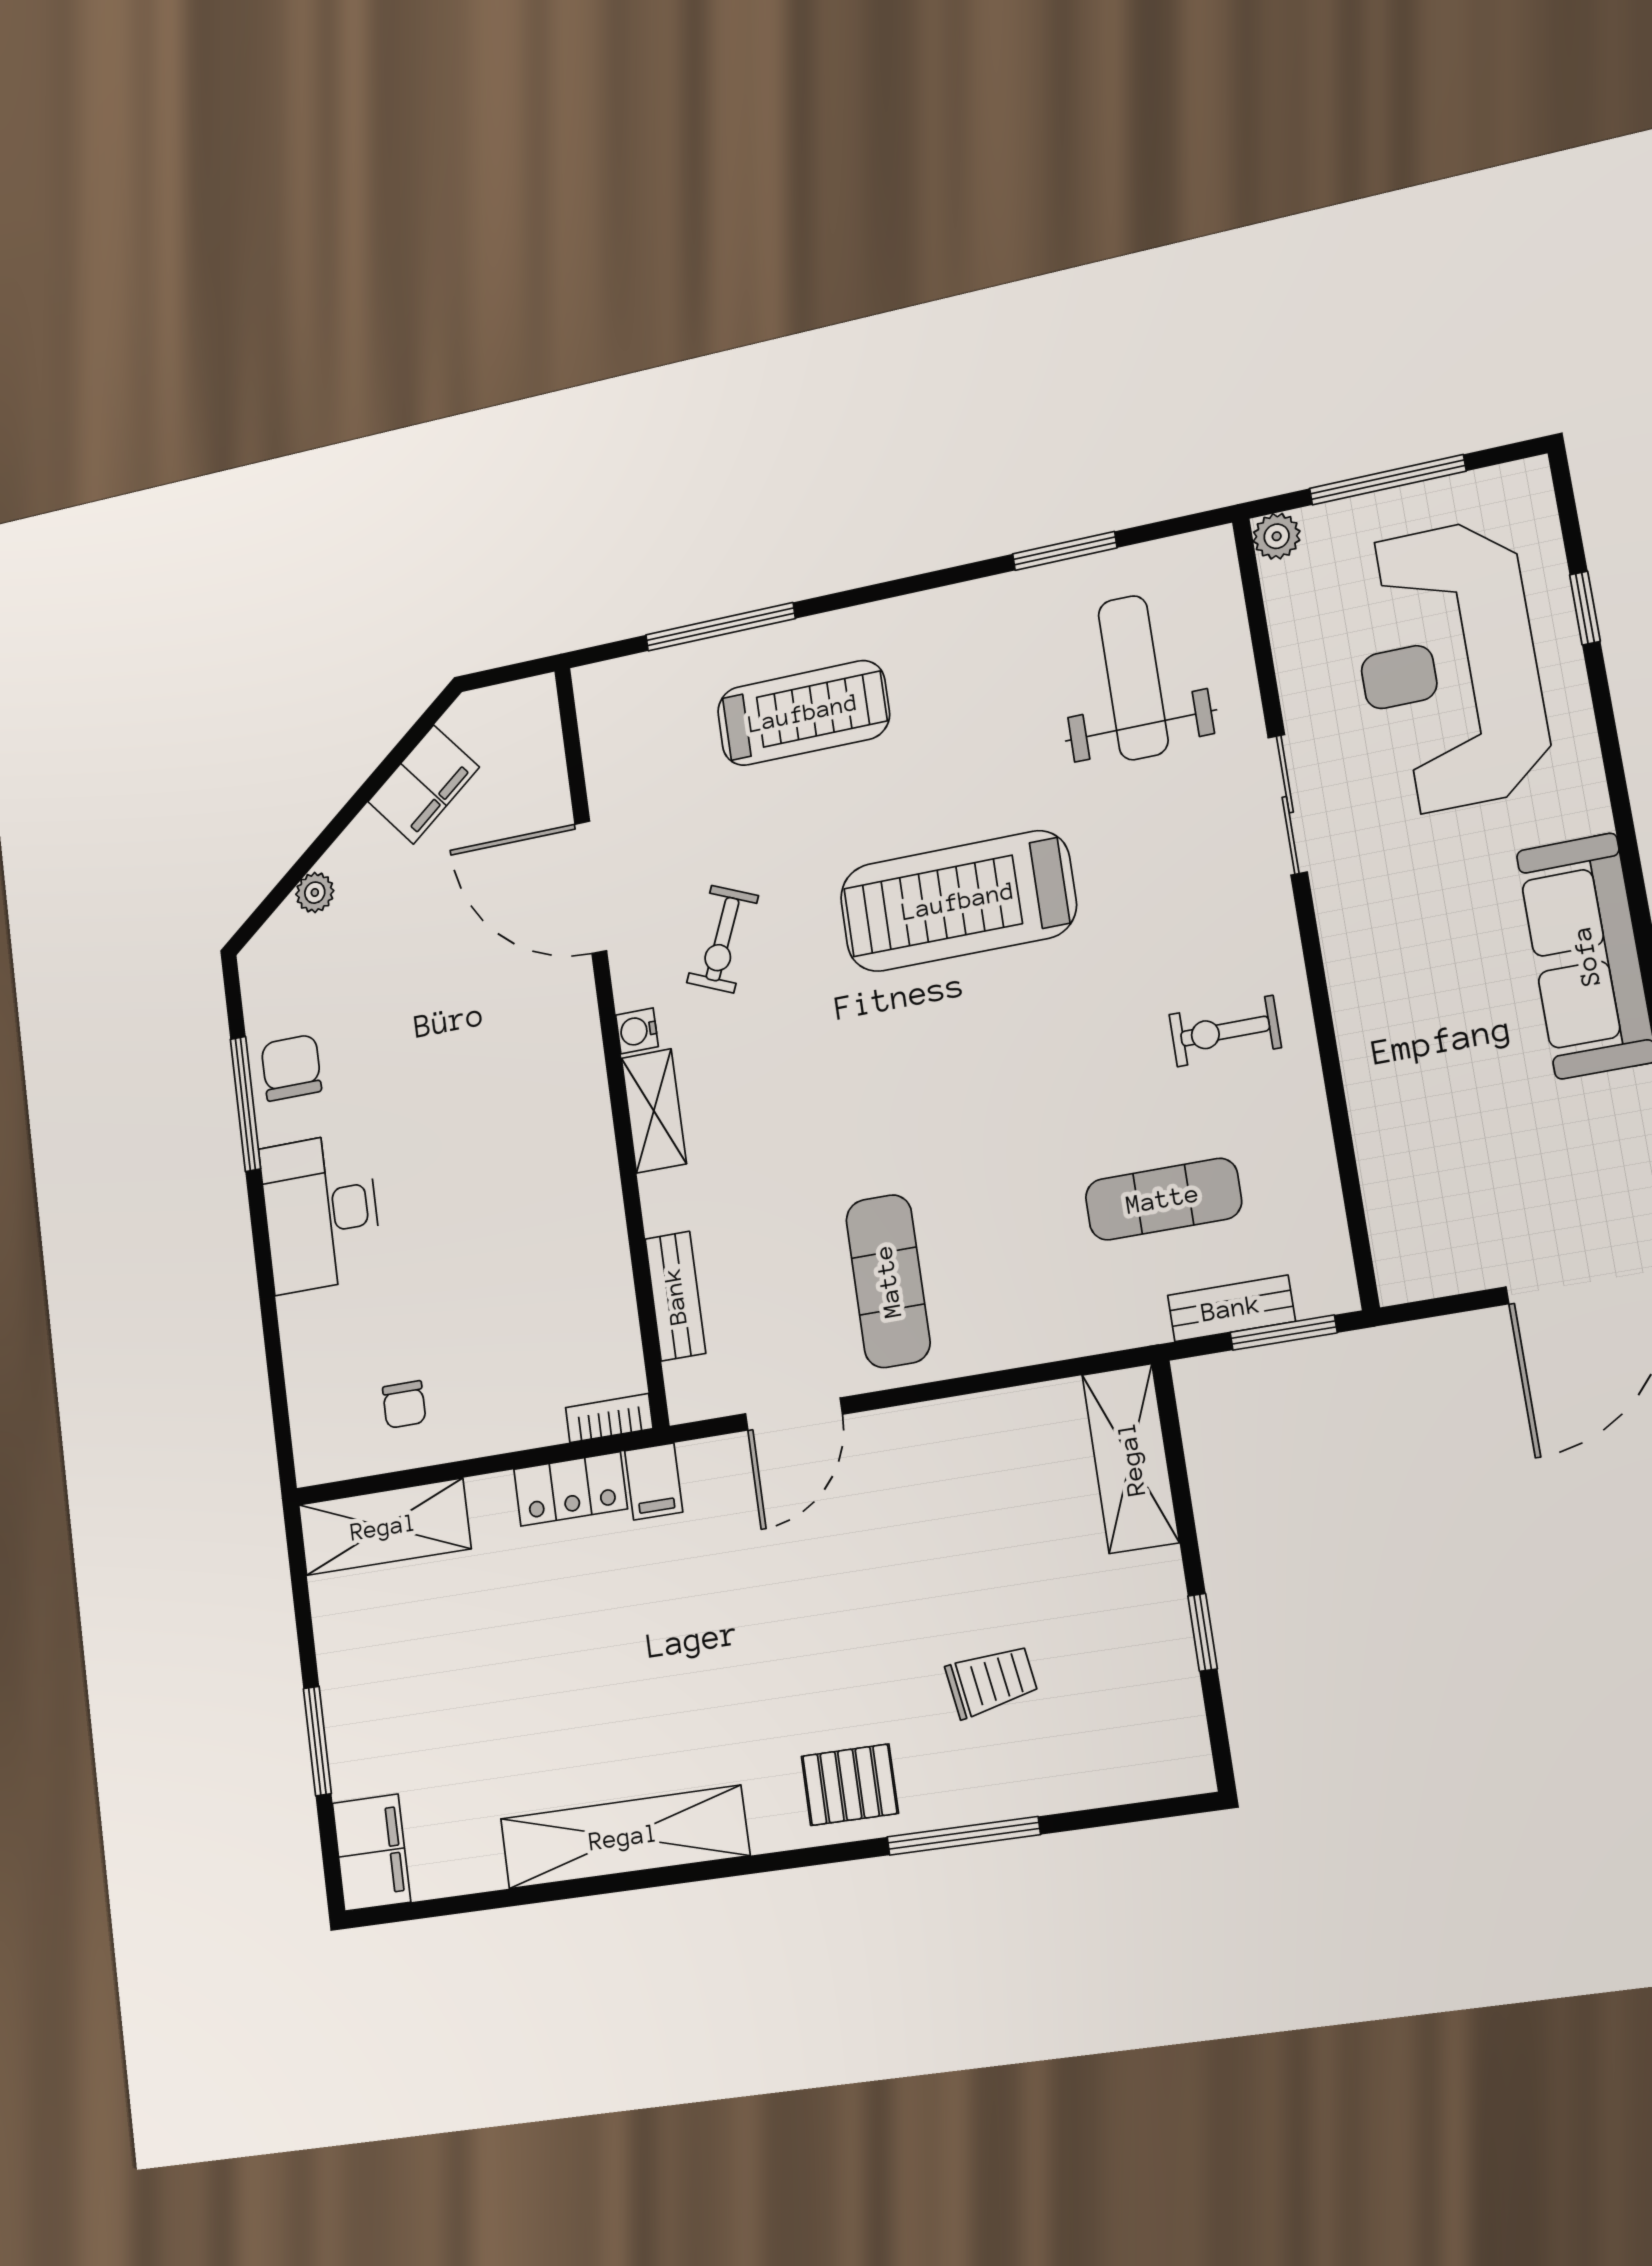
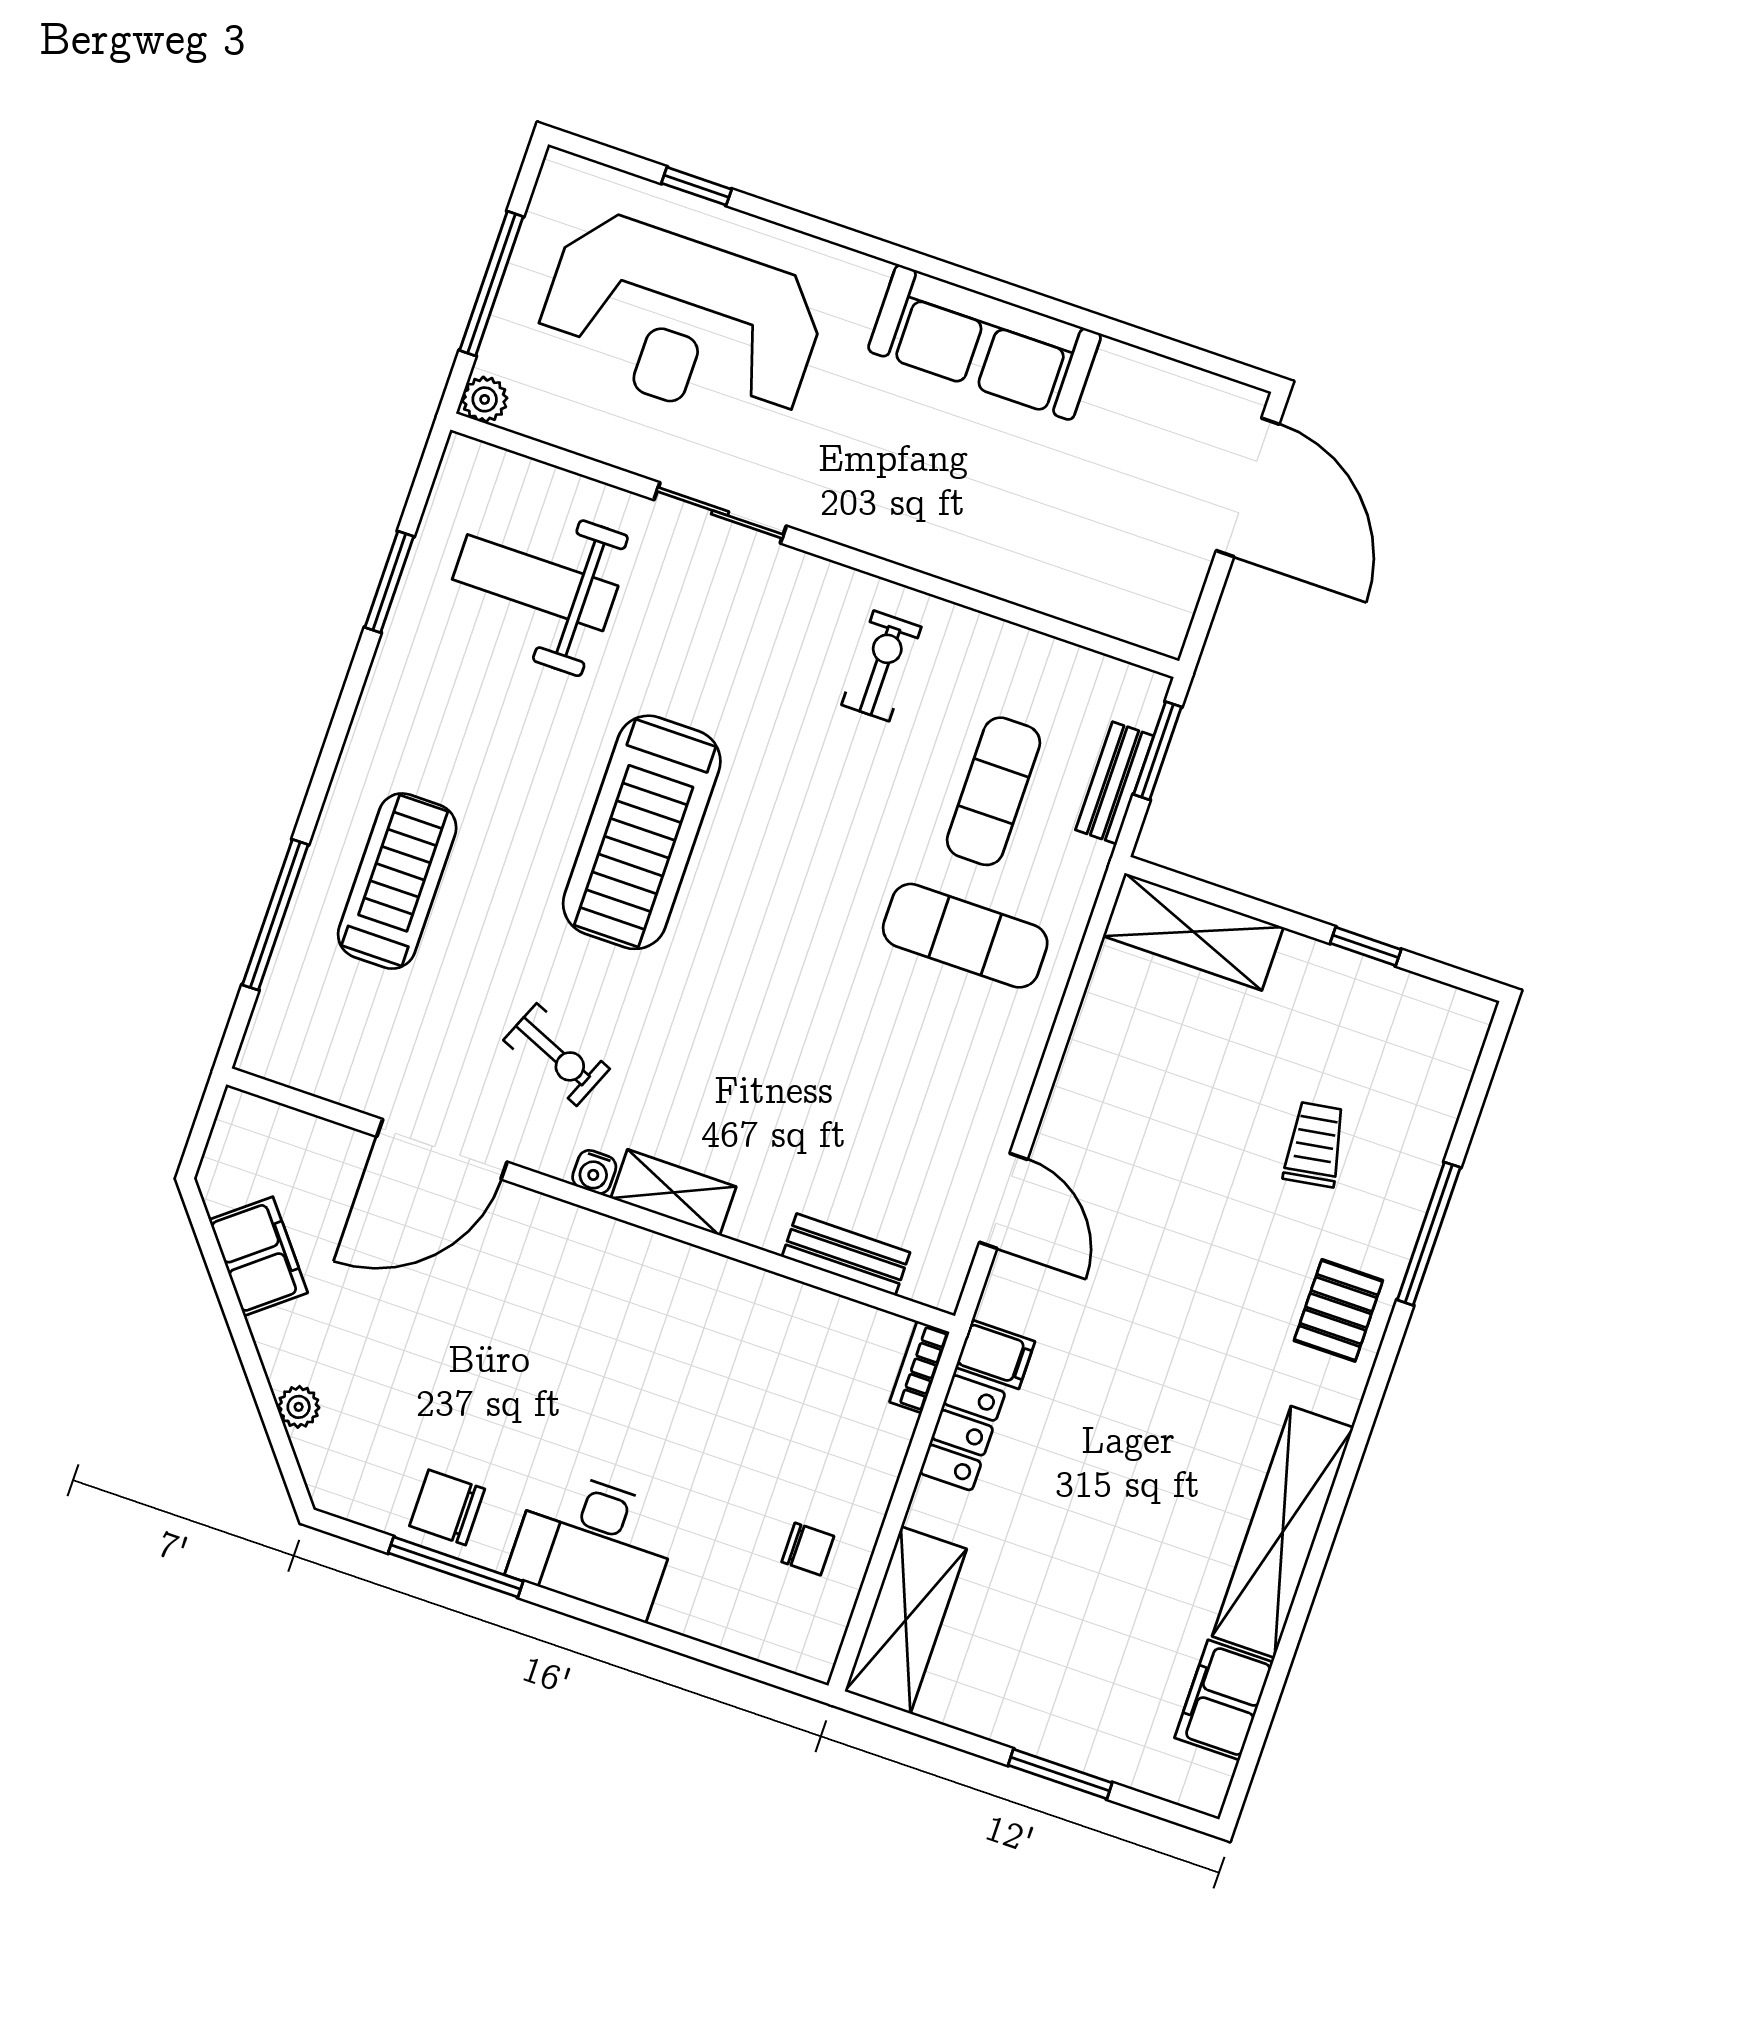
exercise bike: (1225, 1031) -> (881, 666), turned 180
exercise mat: (888, 1281) -> (965, 936), moved
filing cabinet: (371, 1853) -> (1224, 1700), moved, turned -90

